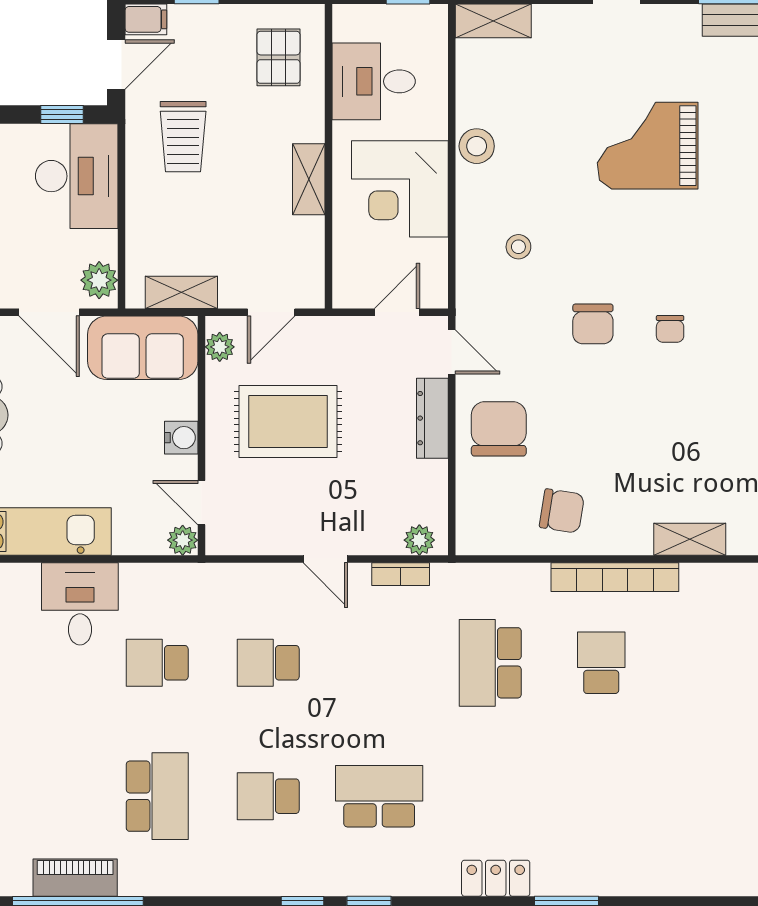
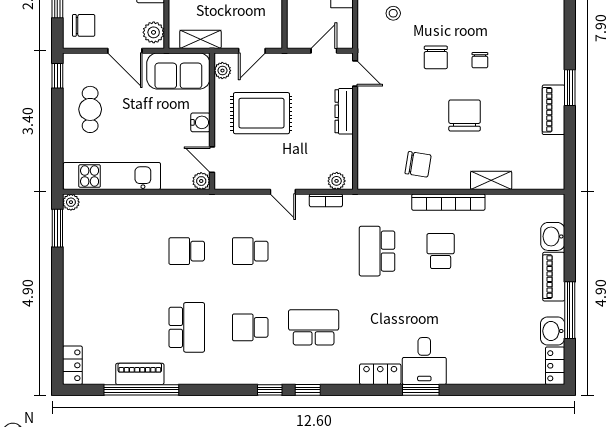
chair: (499, 429) -> (465, 115), moved
desk: (80, 604) -> (424, 361), moved, turned 180

